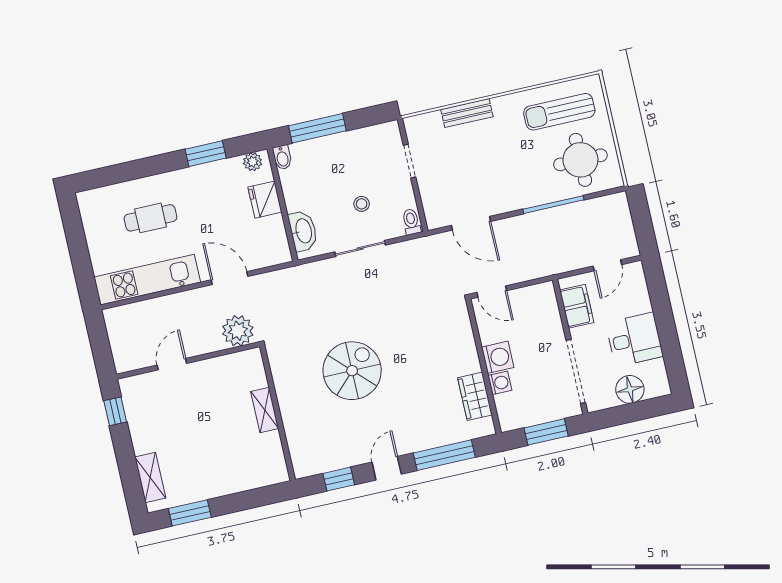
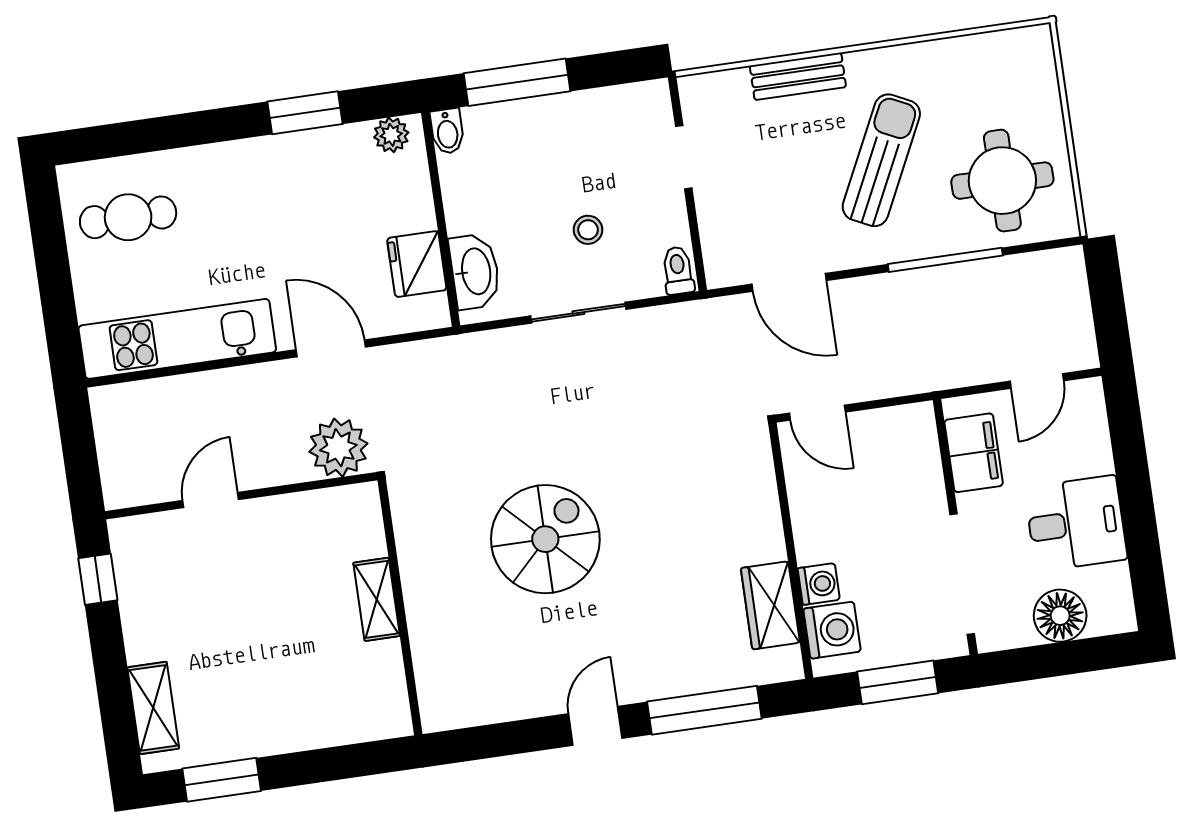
sun lounger: (559, 112) -> (881, 160), moved, turned 116
fridge: (265, 200) -> (417, 264), moved
cafe table: (150, 218) -> (128, 217), moved
washing machine: (498, 357) -> (832, 630), moved
window: (339, 479) -> (504, 739), removed

